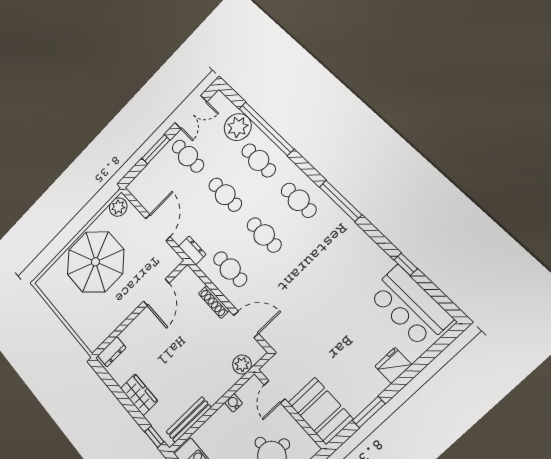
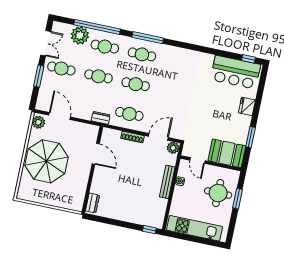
window: (340, 201) -> (148, 38), moved
door: (158, 228) -> (60, 116), moved
window: (406, 264) -> (249, 59), moved
plant: (242, 365) -> (173, 148), moved
wardrobe: (139, 395) -> (125, 214), removed
bench: (189, 420) -> (167, 182), moved

